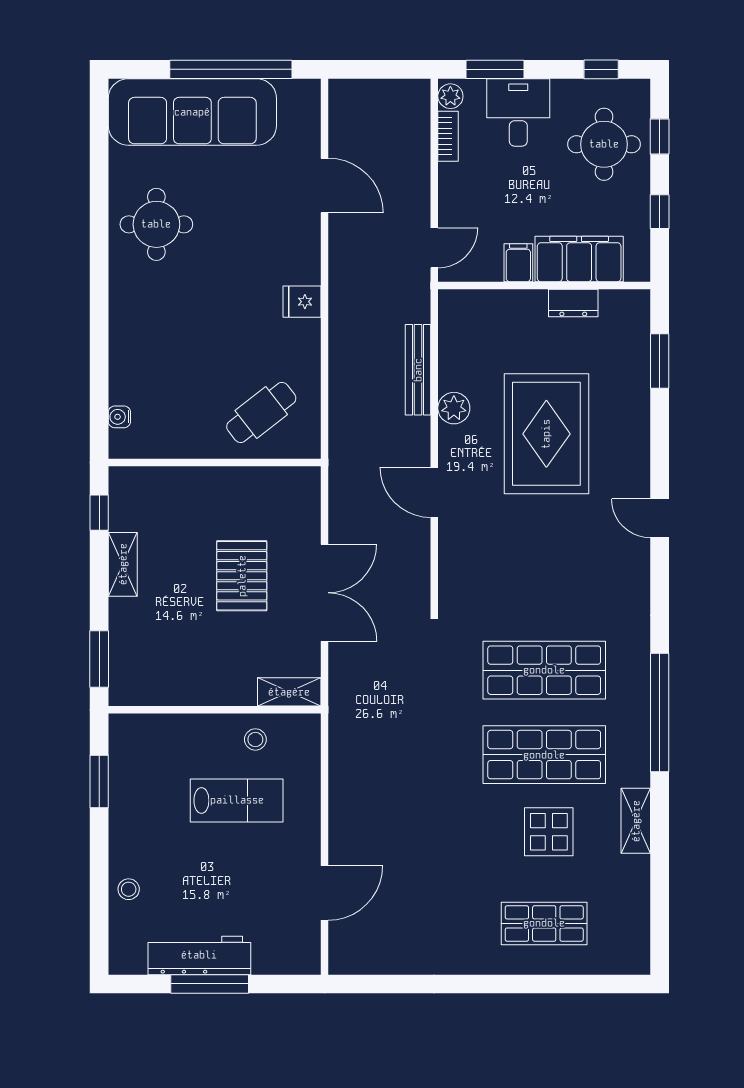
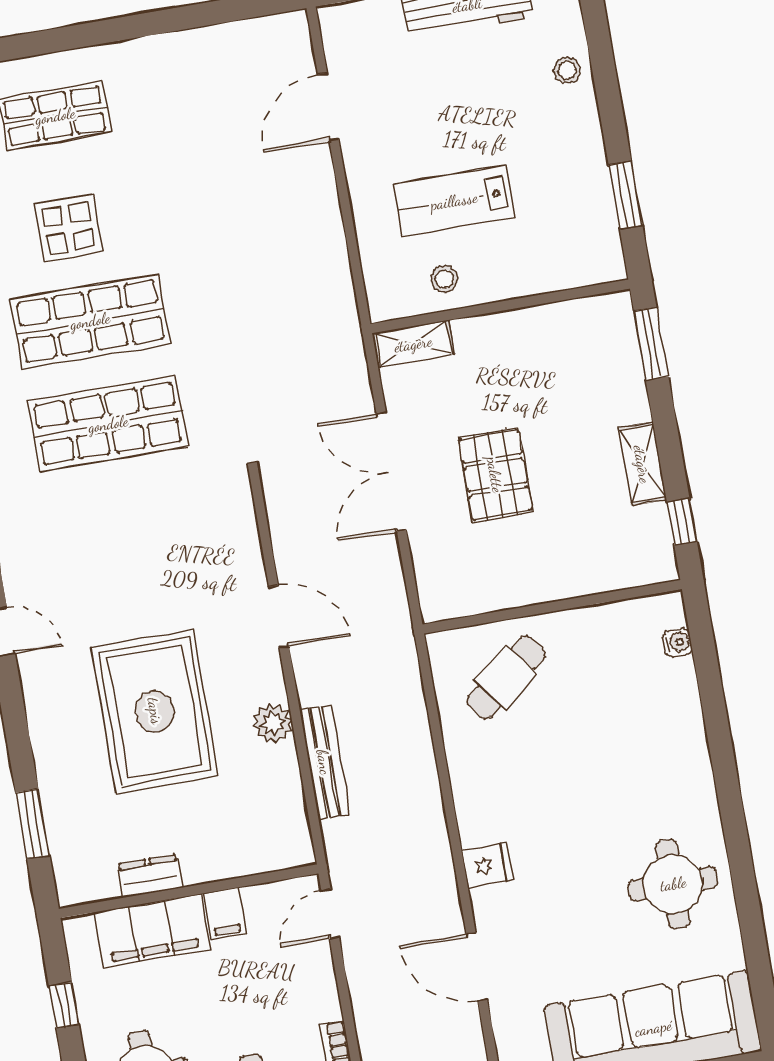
fridge: (302, 302) -> (487, 865), moved

